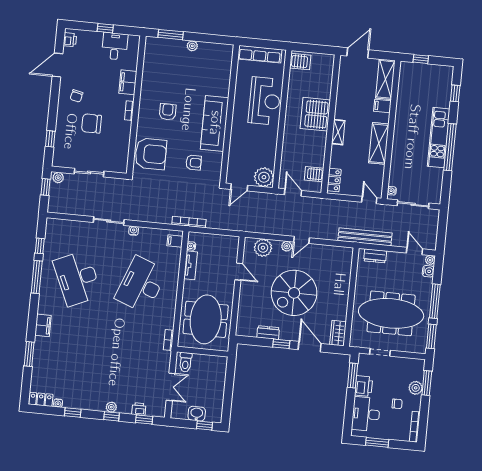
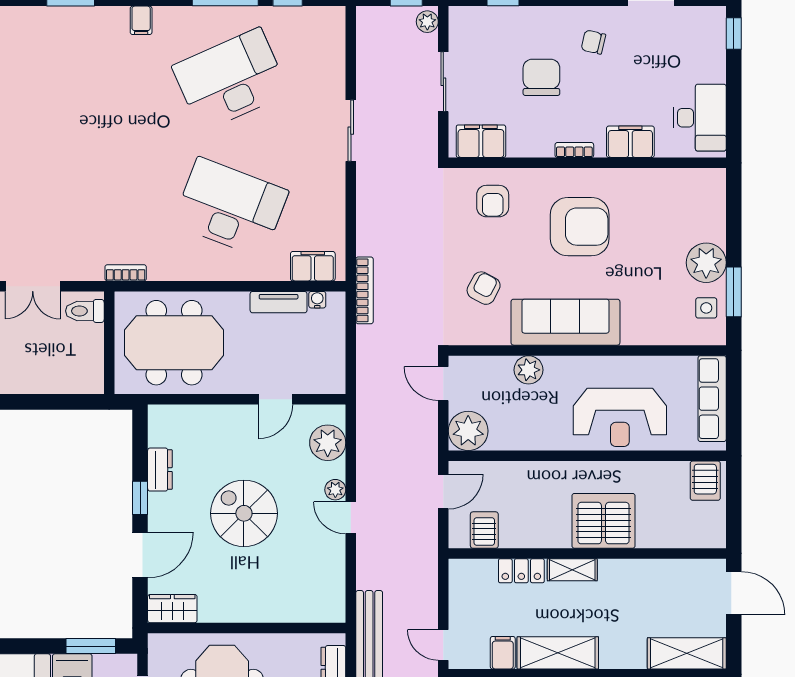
window: (105, 28) -> (734, 33), moved
window: (171, 35) -> (734, 292), moved
printer: (70, 40) -> (704, 18), removed
desk: (115, 46) -> (700, 118), width x1.37
plant: (192, 46) -> (706, 263), width x1.88, depth x1.88
side table: (214, 53) -> (706, 308), added
filing cabinet: (382, 106) -> (503, 653), moved
armchair: (168, 112) -> (580, 227), width x1.88, depth x1.88
plant: (236, 144) -> (529, 370), added
armchair: (151, 154) -> (493, 201), width x0.53, depth x0.53
filing cabinet: (120, 157) -> (481, 141), added
armchair: (194, 163) -> (484, 288), turned -152
locker: (334, 180) -> (521, 571), moved
door: (369, 200) -> (443, 645), swing flipped
water cooler: (134, 231) -> (336, 182), removed
filing cabinet: (175, 241) -> (313, 266), width x2.00
spiral stairs: (294, 293) -> (244, 513), width x0.73, depth x0.73
filing cabinet: (43, 325) -> (141, 20), width x0.50

